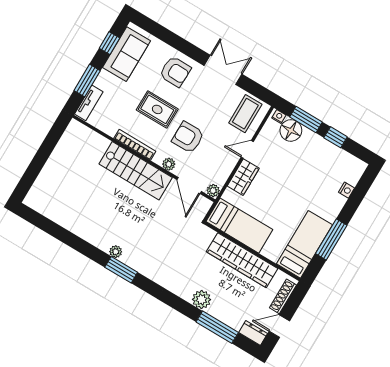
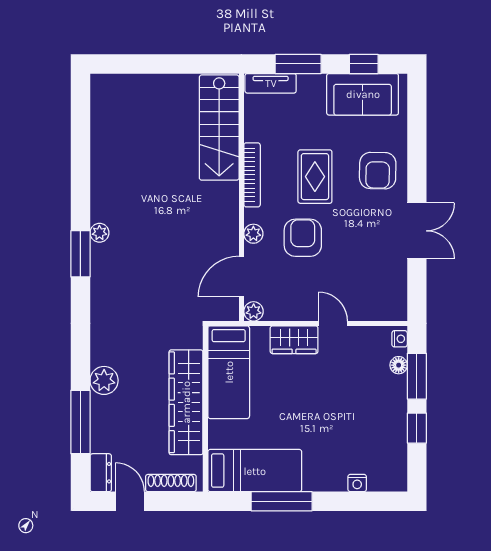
coffee table: (245, 114) -> (378, 293), removed
floor lamp: (291, 130) -> (399, 365), width x0.53, depth x0.53
stairs: (136, 171) -> (219, 128), moved

